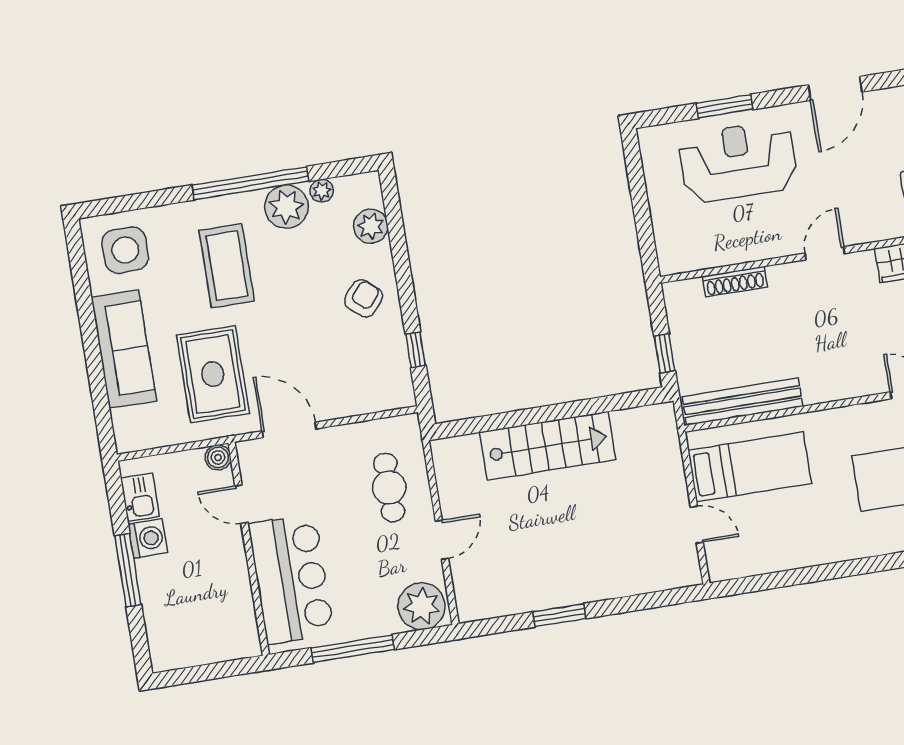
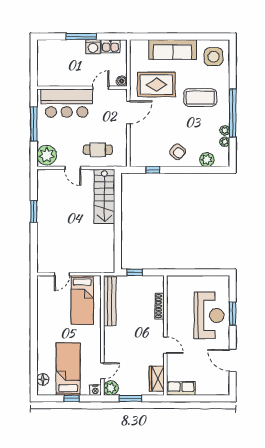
plant: (286, 207) -> (225, 130), width x0.53, depth x0.53
stairs: (548, 446) -> (104, 196), moved

